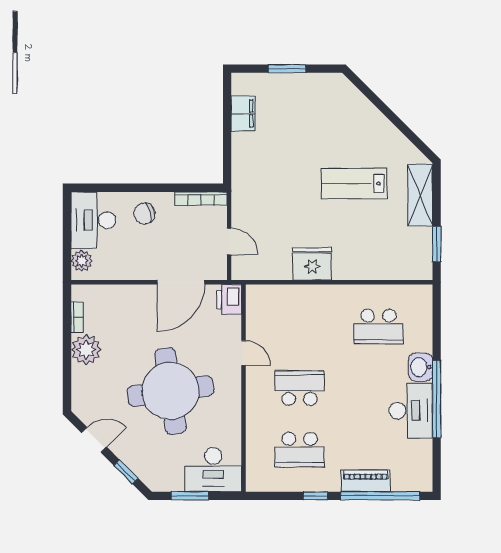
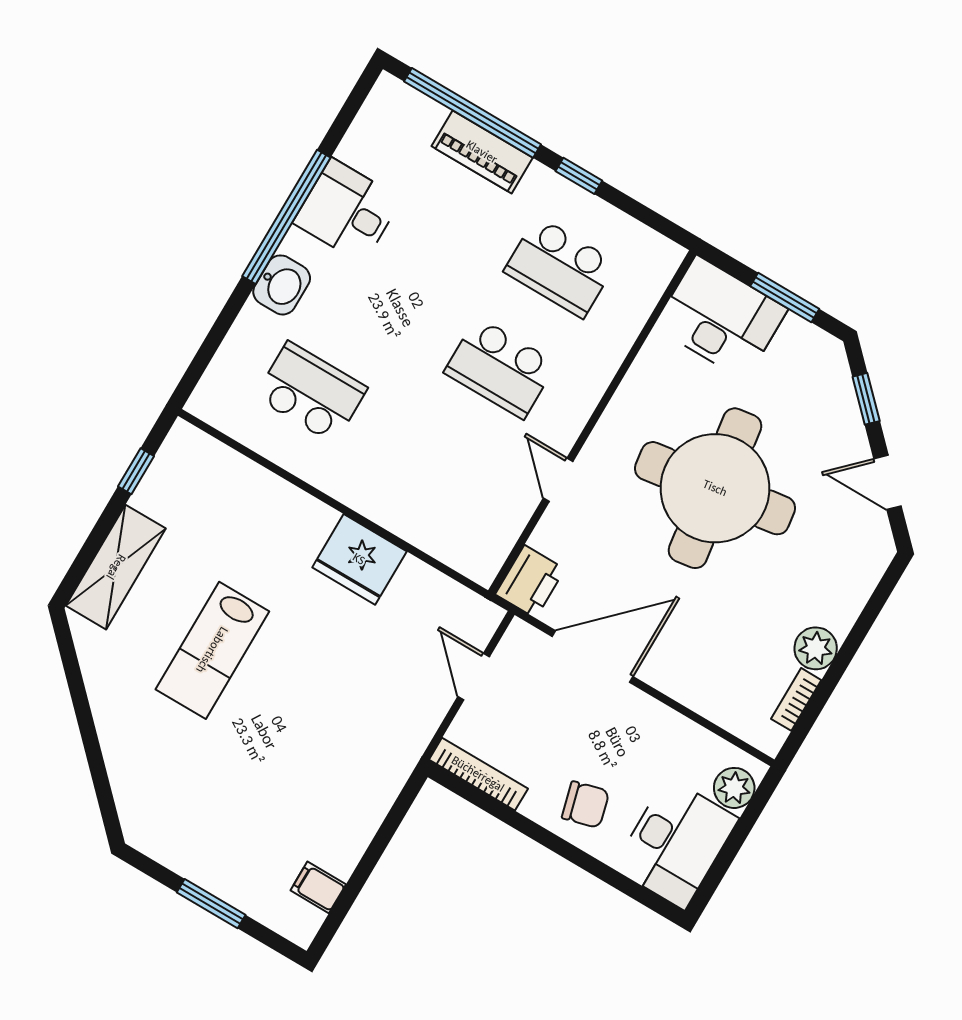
filing cabinet: (243, 113) -> (318, 887), width x0.50
lab bench: (354, 183) -> (212, 650), turned 90
window: (437, 244) -> (136, 471), width x0.67
plant: (86, 350) -> (816, 648), width x0.73, depth x0.73
desk: (411, 411) -> (347, 211), width x0.73
school desk: (300, 450) -> (560, 267), turned 180

